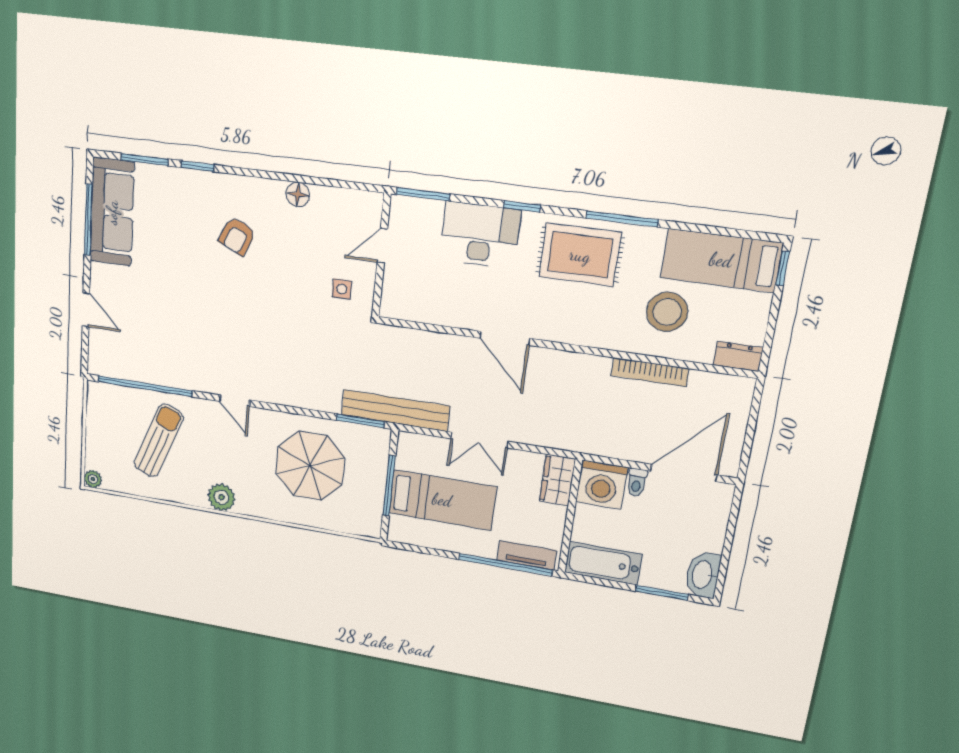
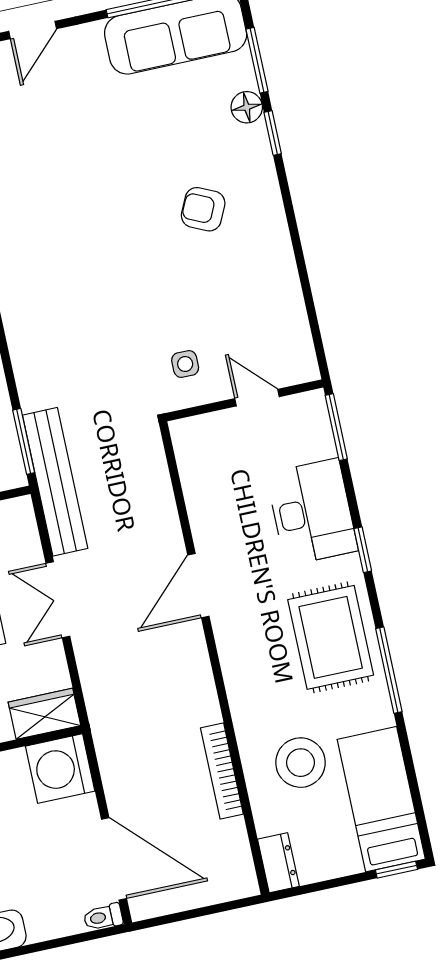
floor lamp: (298, 194) -> (247, 107), moved
toilet: (637, 482) -> (103, 917), moved

